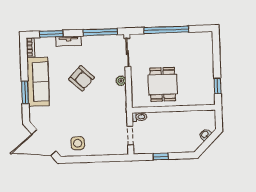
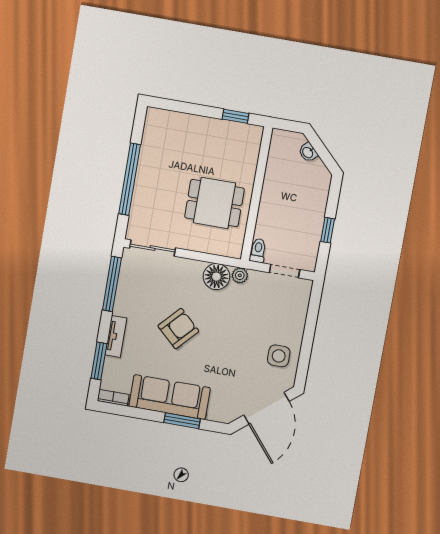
plant: (121, 81) -> (240, 275), moved
floor lamp: (118, 95) -> (216, 277), added

